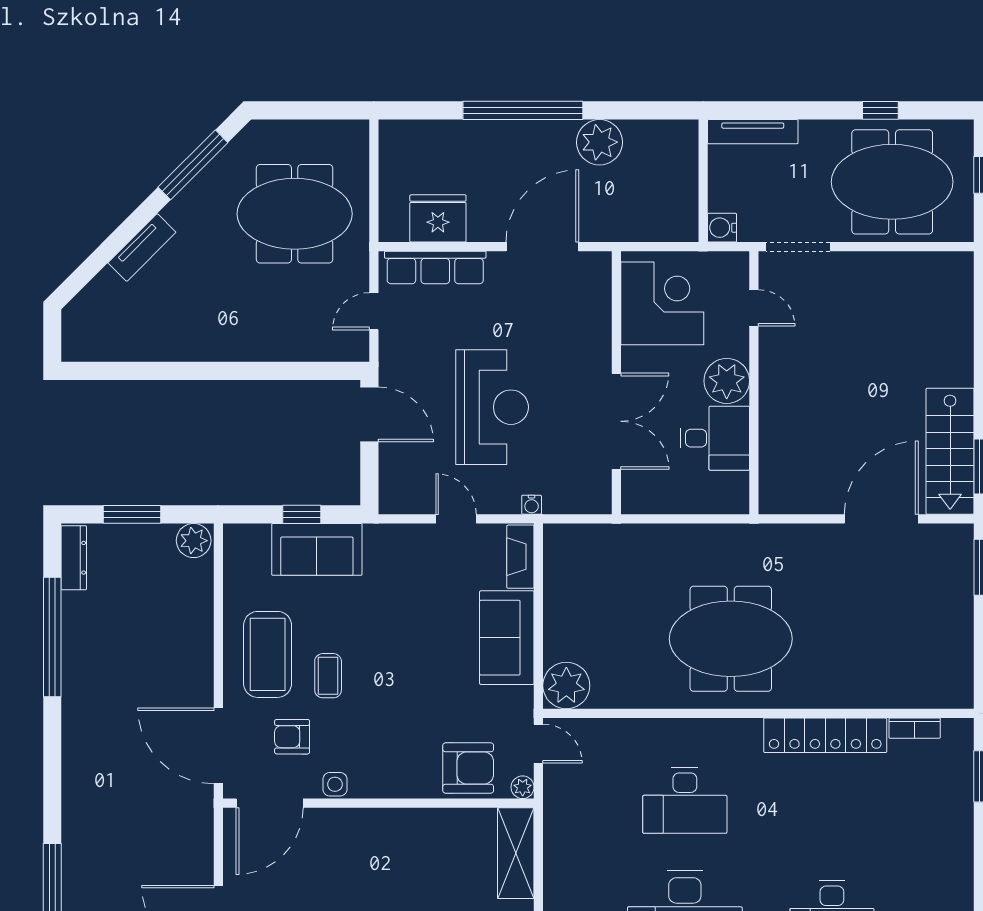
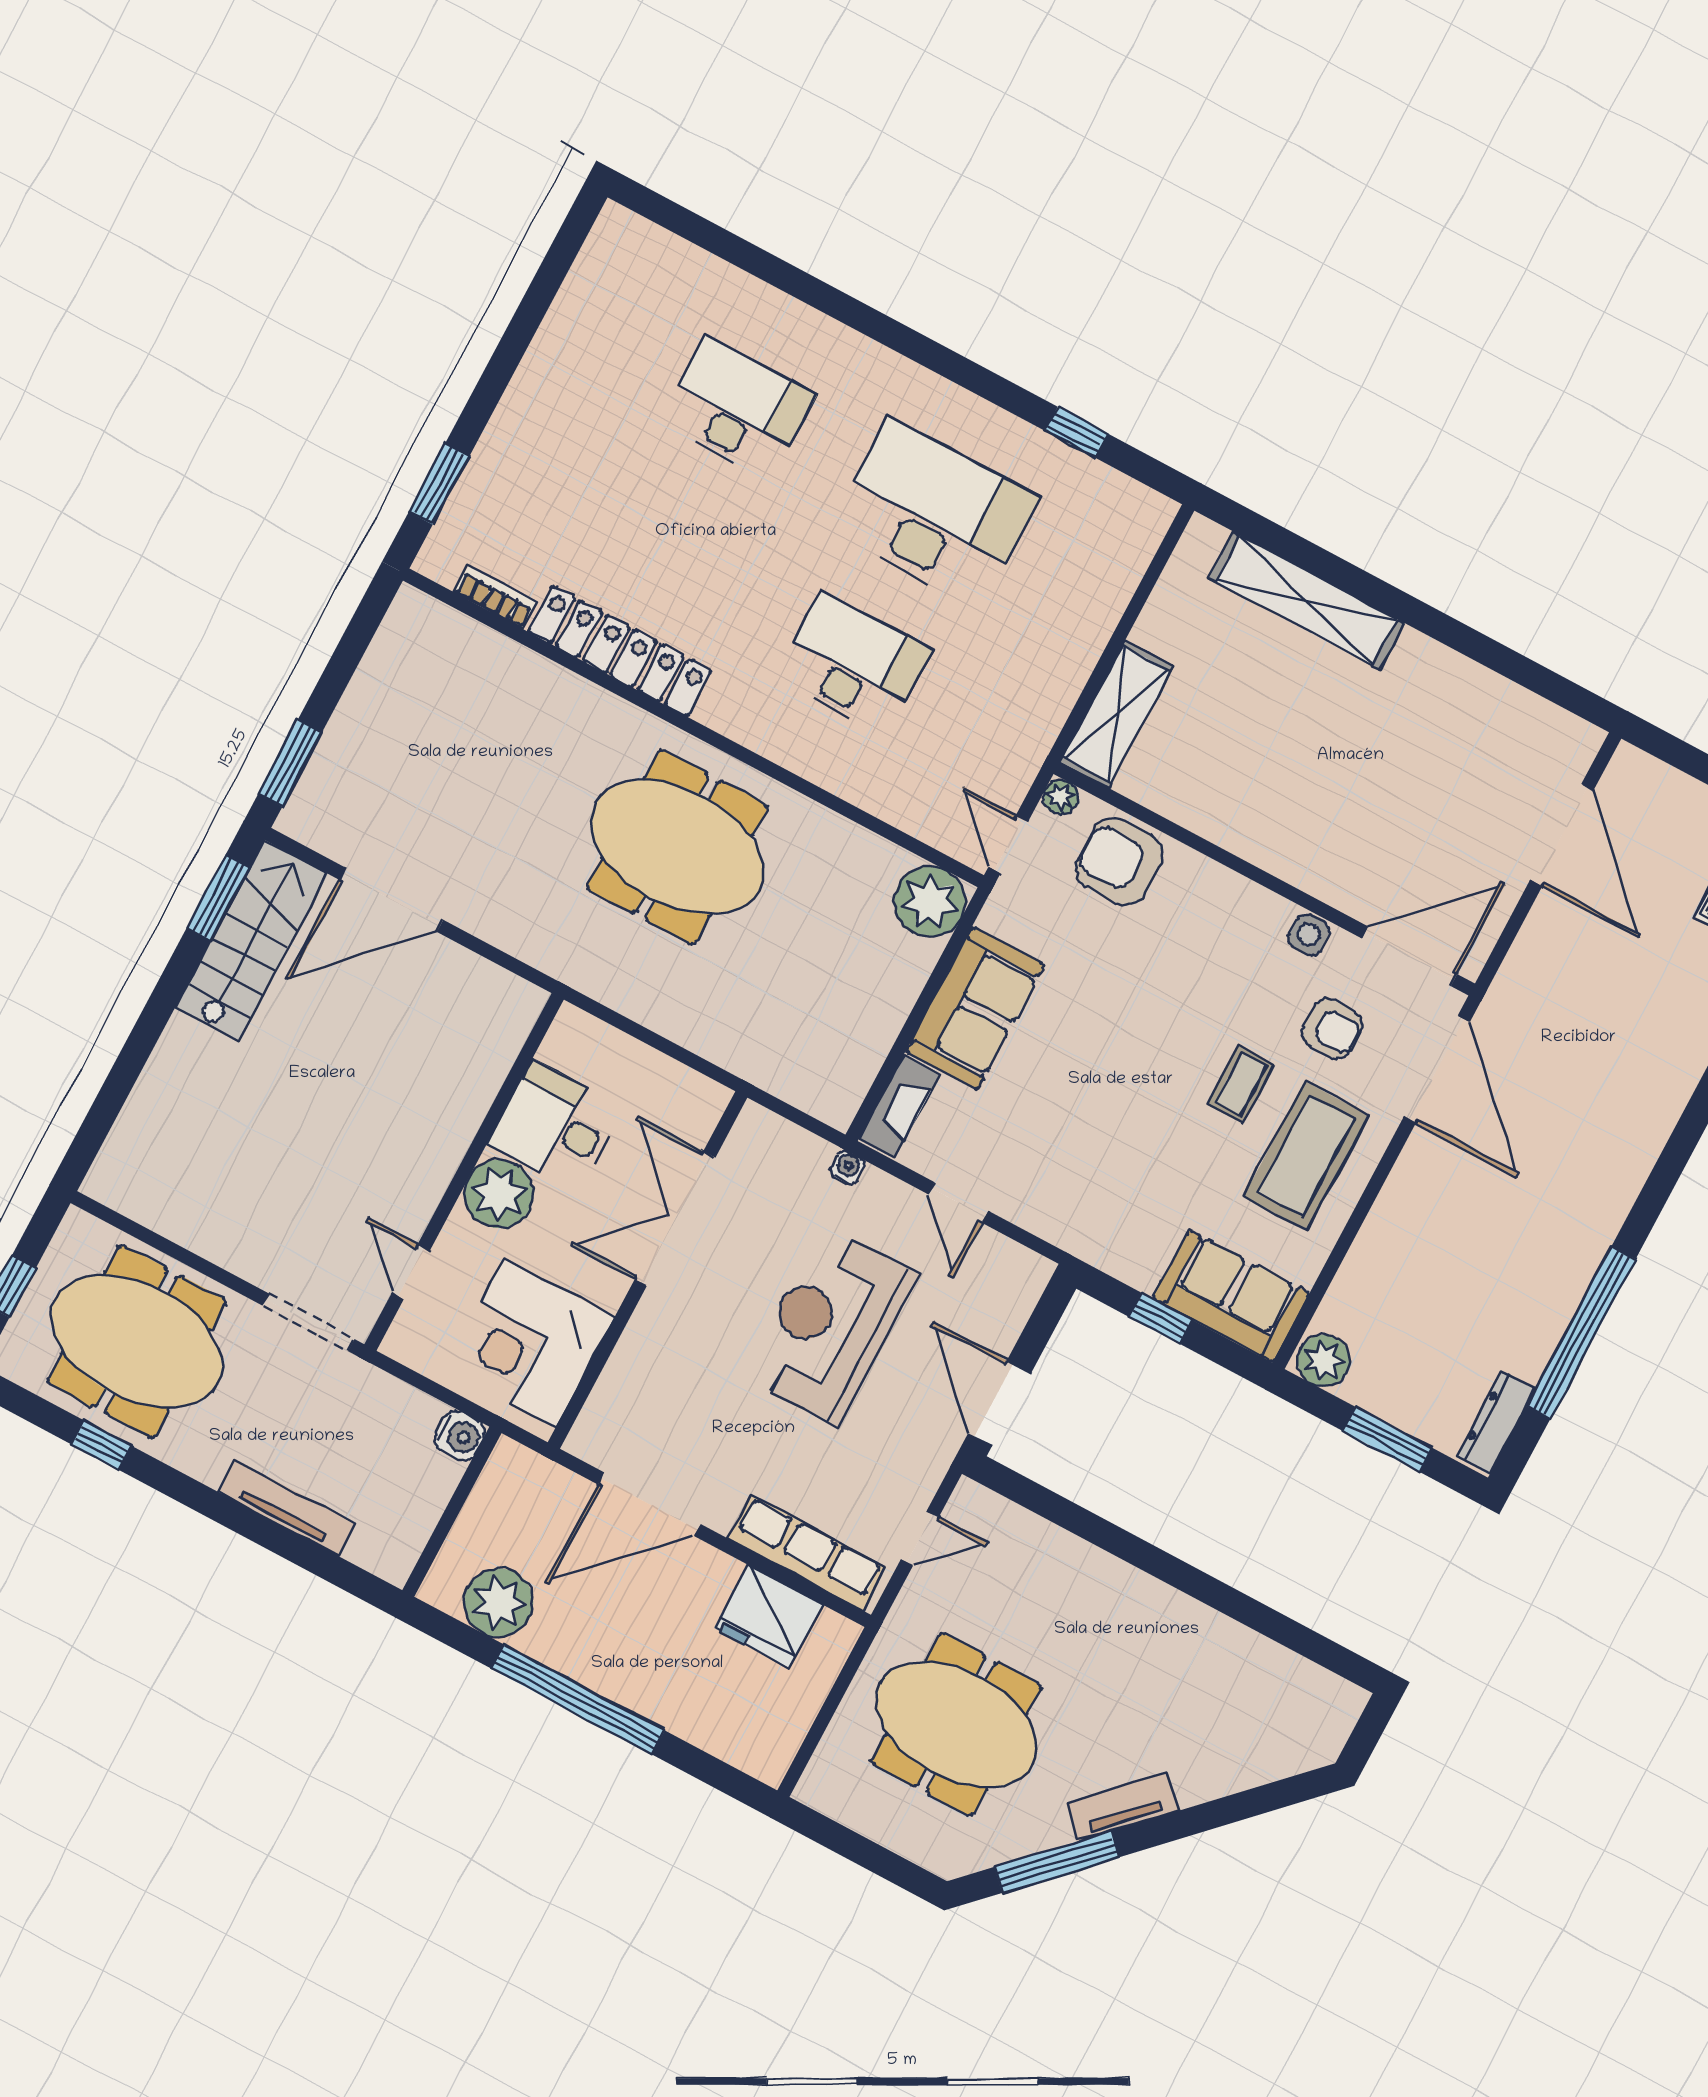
wall: (703, 181) -> (452, 1512), moved
water cooler: (722, 228) -> (460, 1436), moved
tv unit: (142, 248) -> (1123, 1807), moved
sofa: (317, 549) -> (1231, 1296), moved

